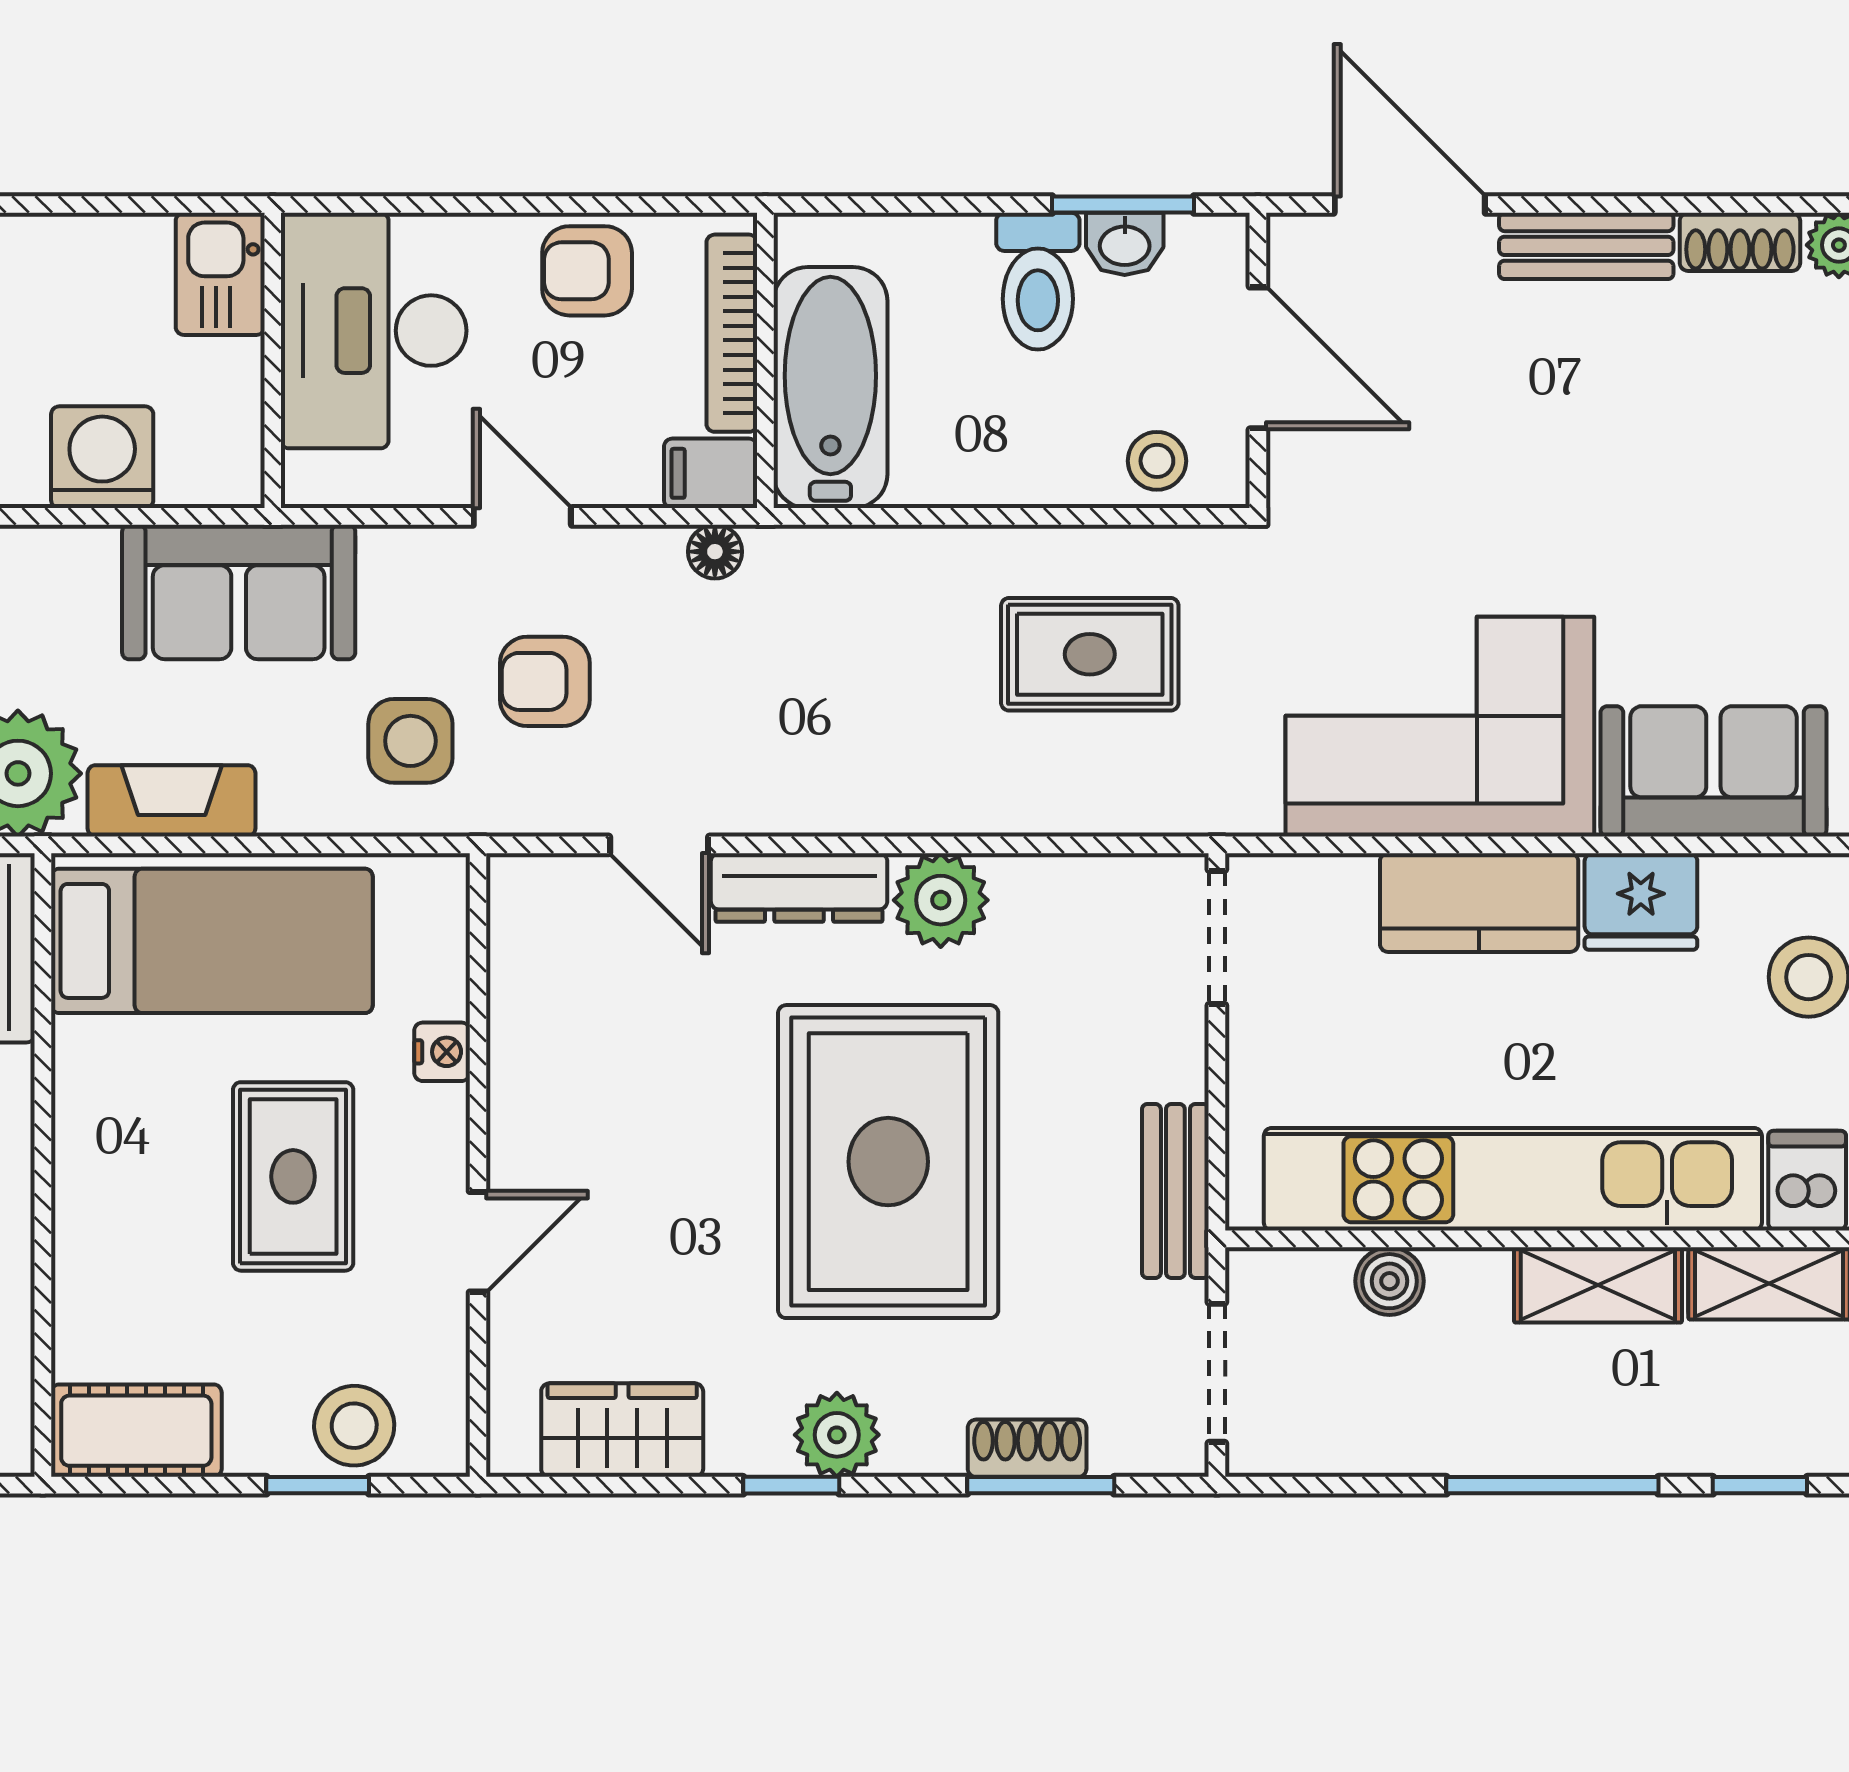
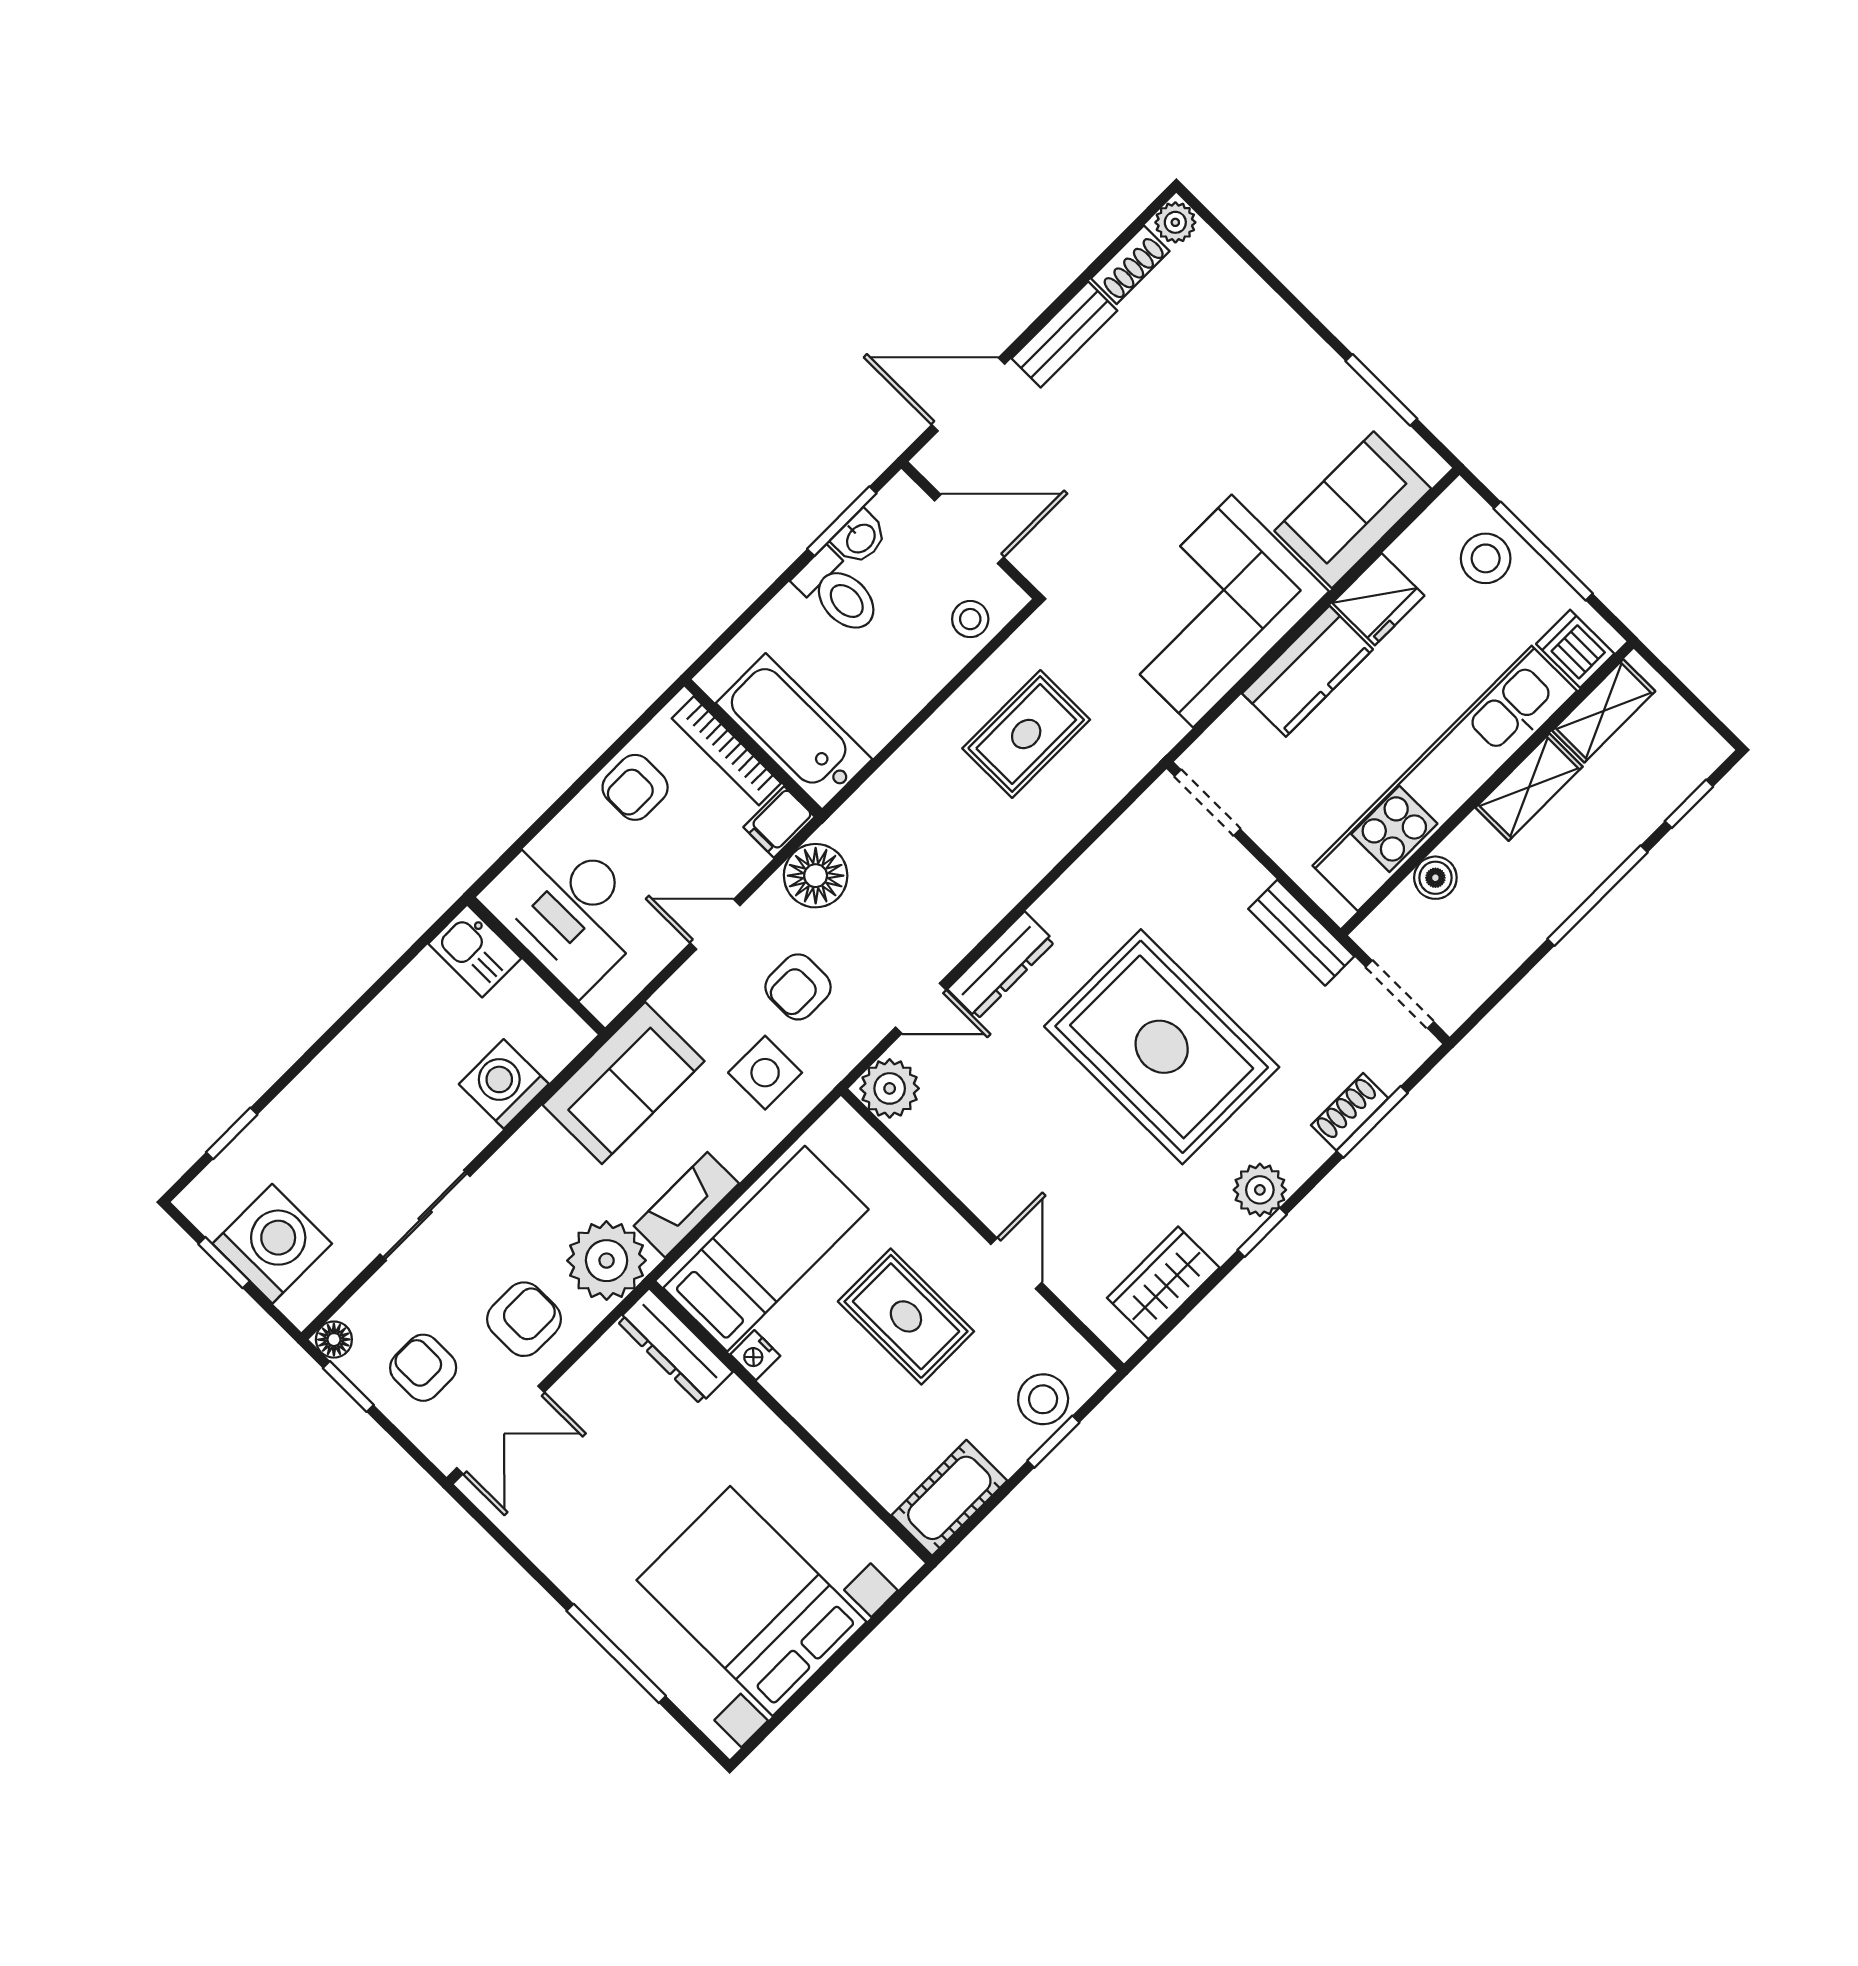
floor lamp: (715, 552) -> (816, 876), width x1.89, depth x1.89
plant: (941, 900) -> (890, 1088), moved
nightstand: (442, 1052) -> (755, 1355), moved, turned 180

